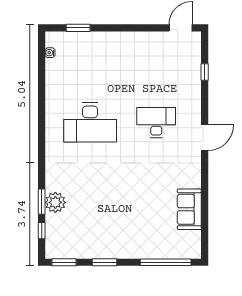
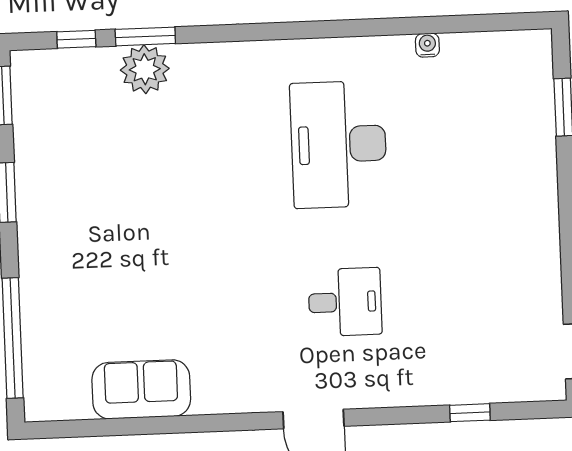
water cooler: (50, 53) -> (427, 45), moved
desk: (156, 123) -> (345, 302), width x0.73

